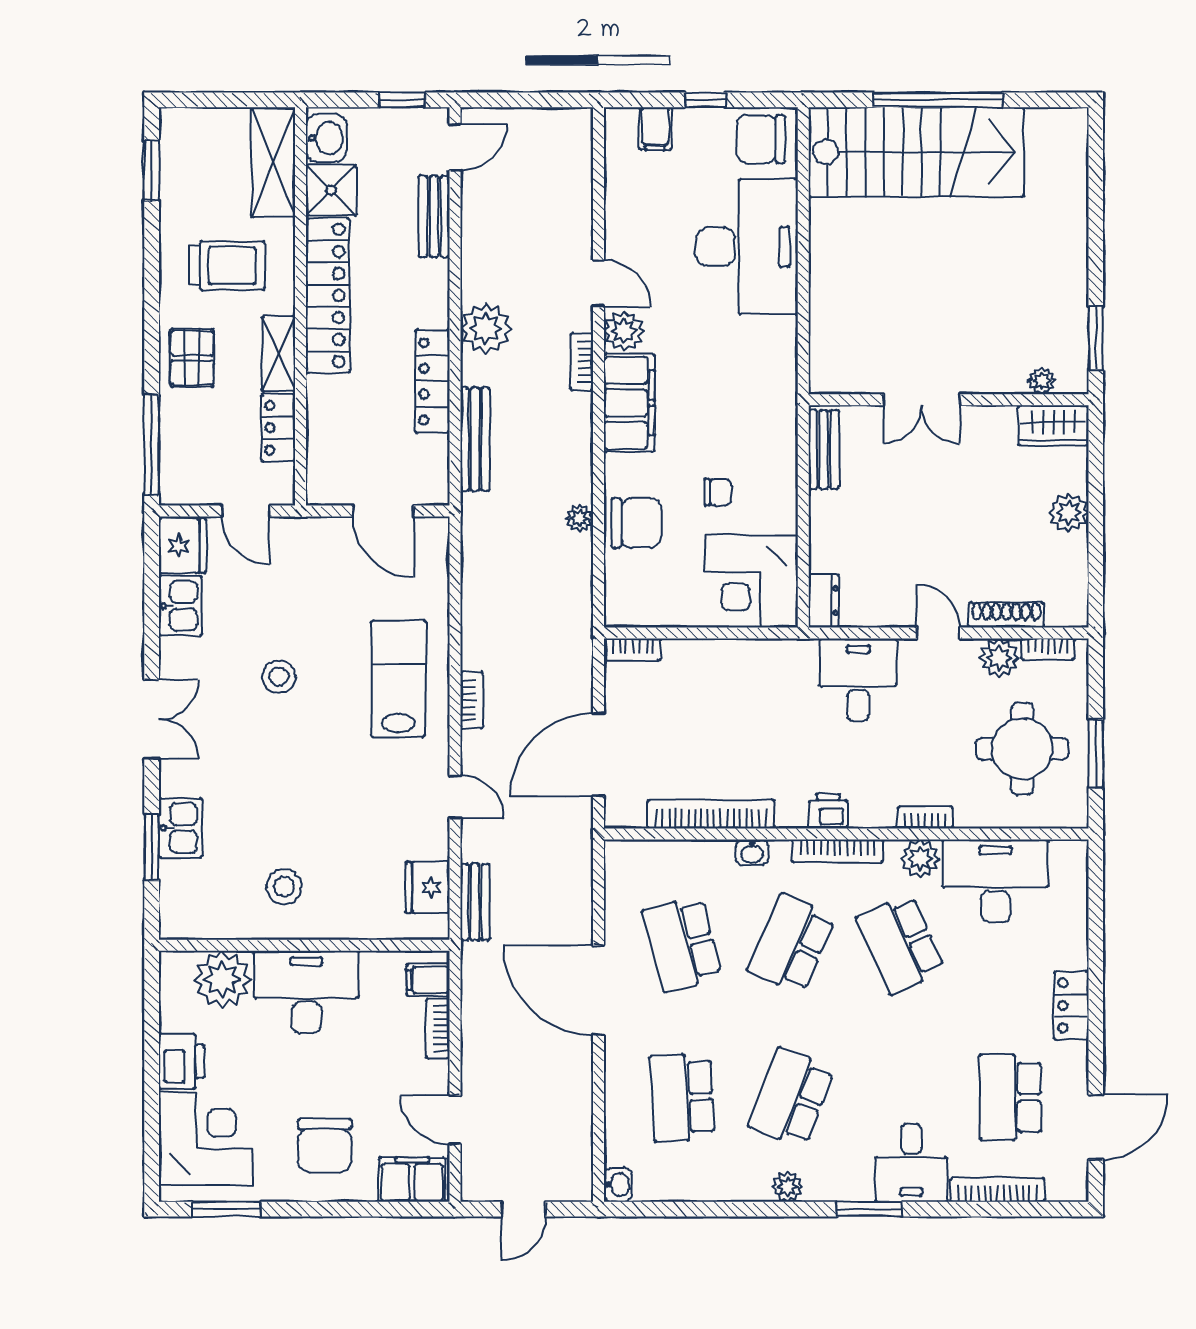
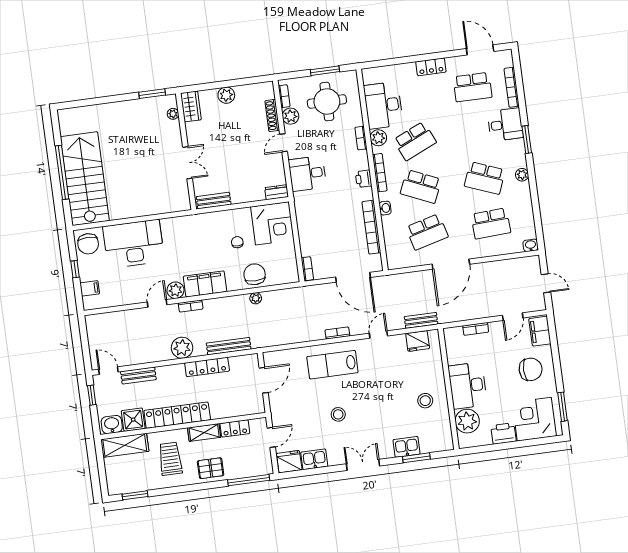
filing cabinet: (428, 980) -> (456, 336), removed

